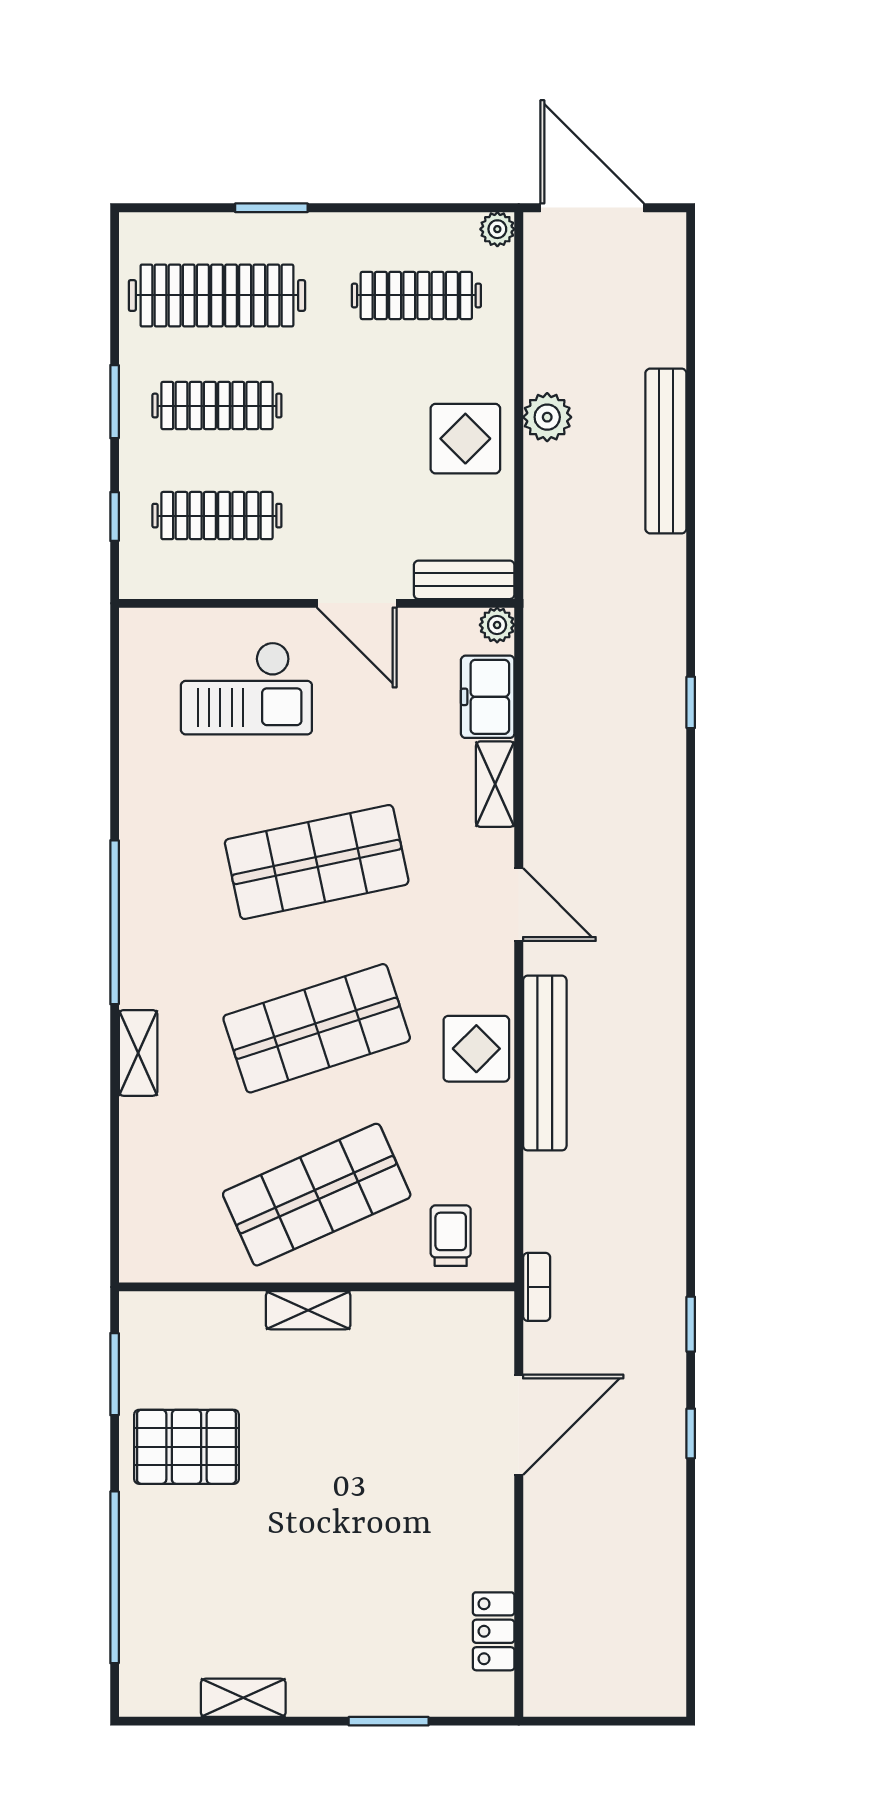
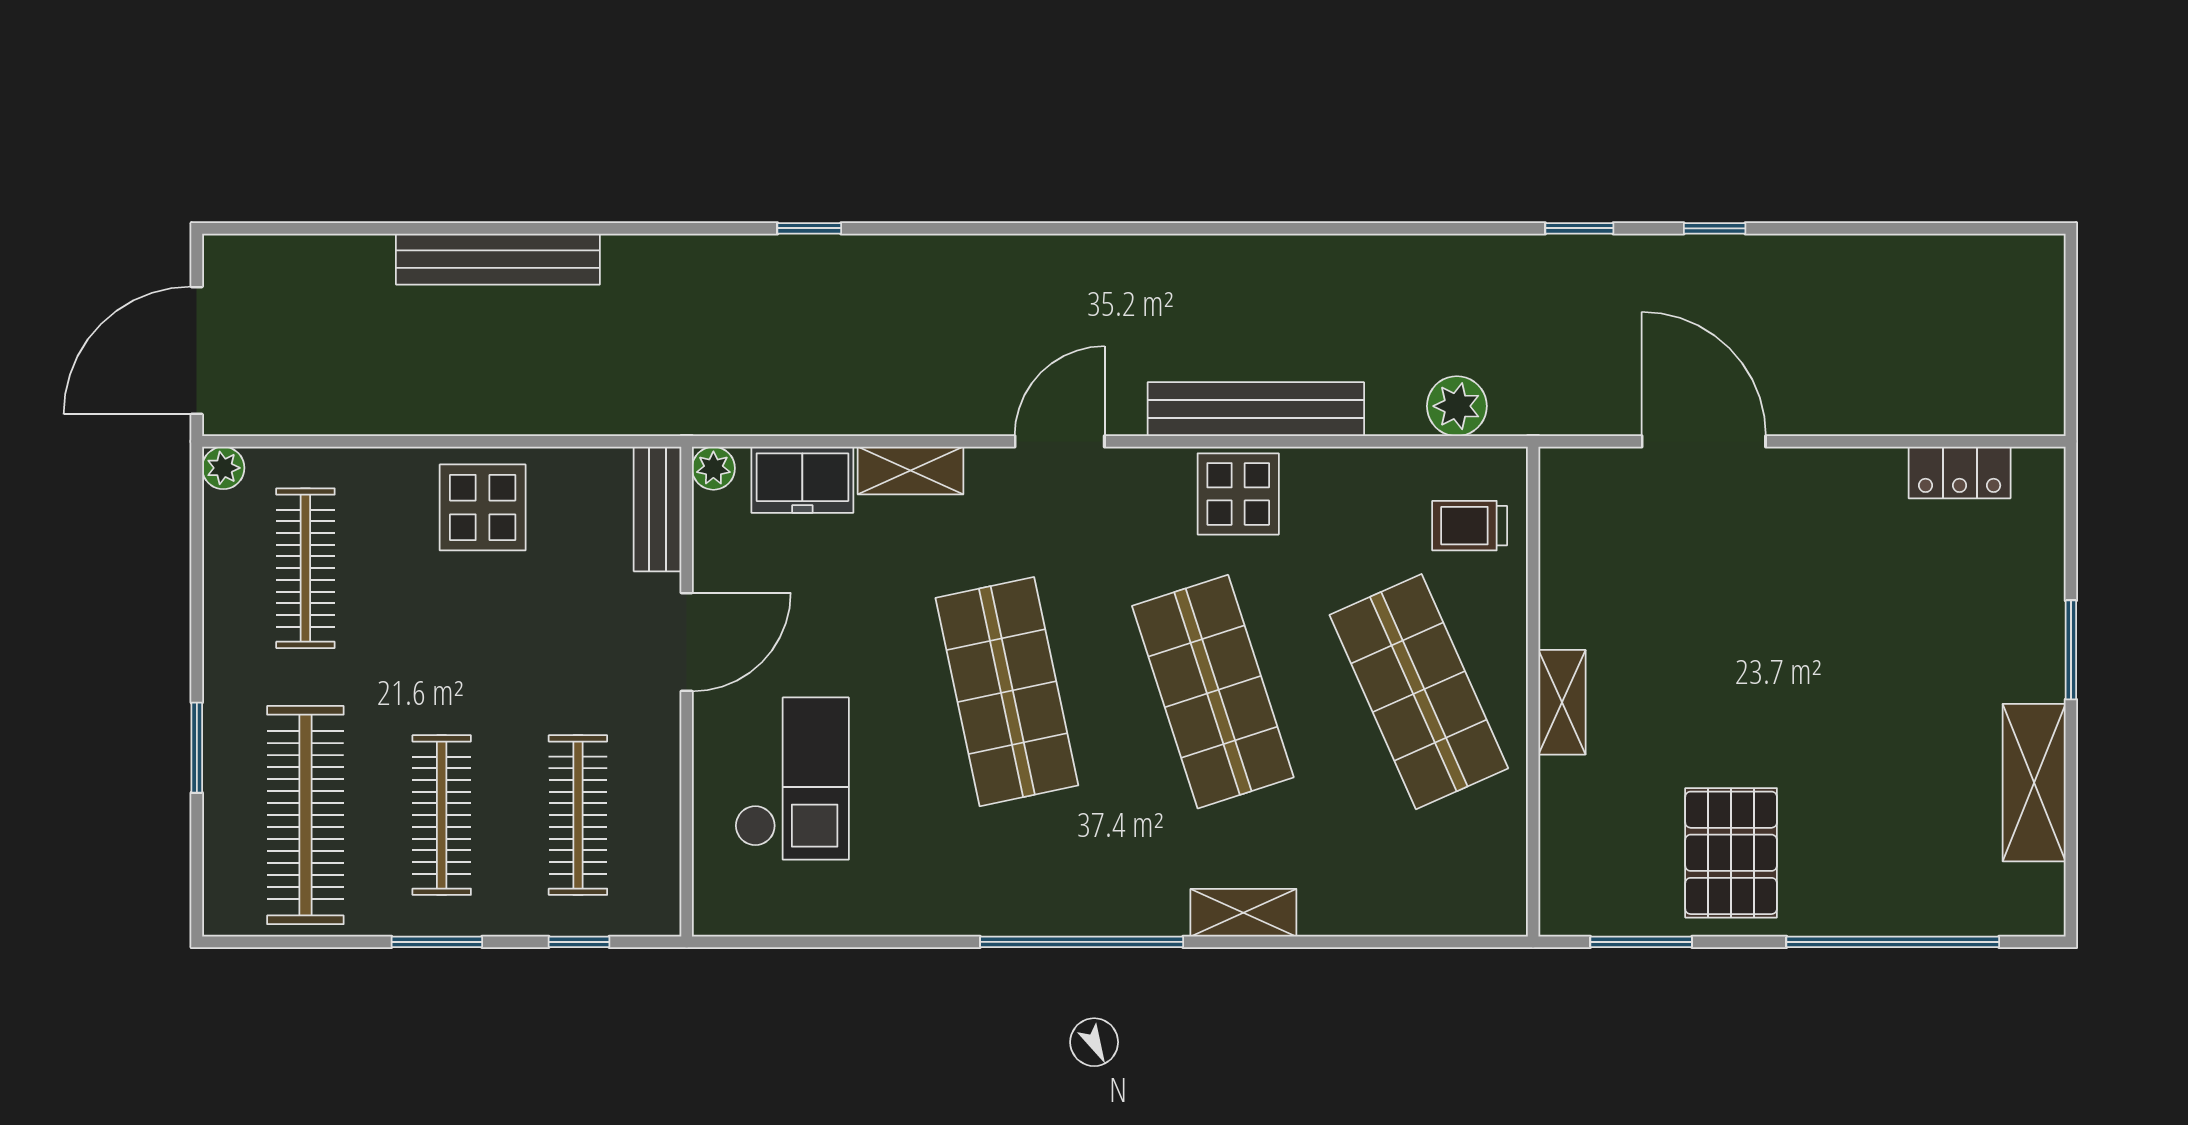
plant: (547, 417) -> (1457, 406), moved
bookcase: (537, 1287) -> (1533, 419), removed
shelving: (243, 1698) -> (2034, 783), width x1.50, depth x1.33
window: (389, 1721) -> (2071, 650), moved

